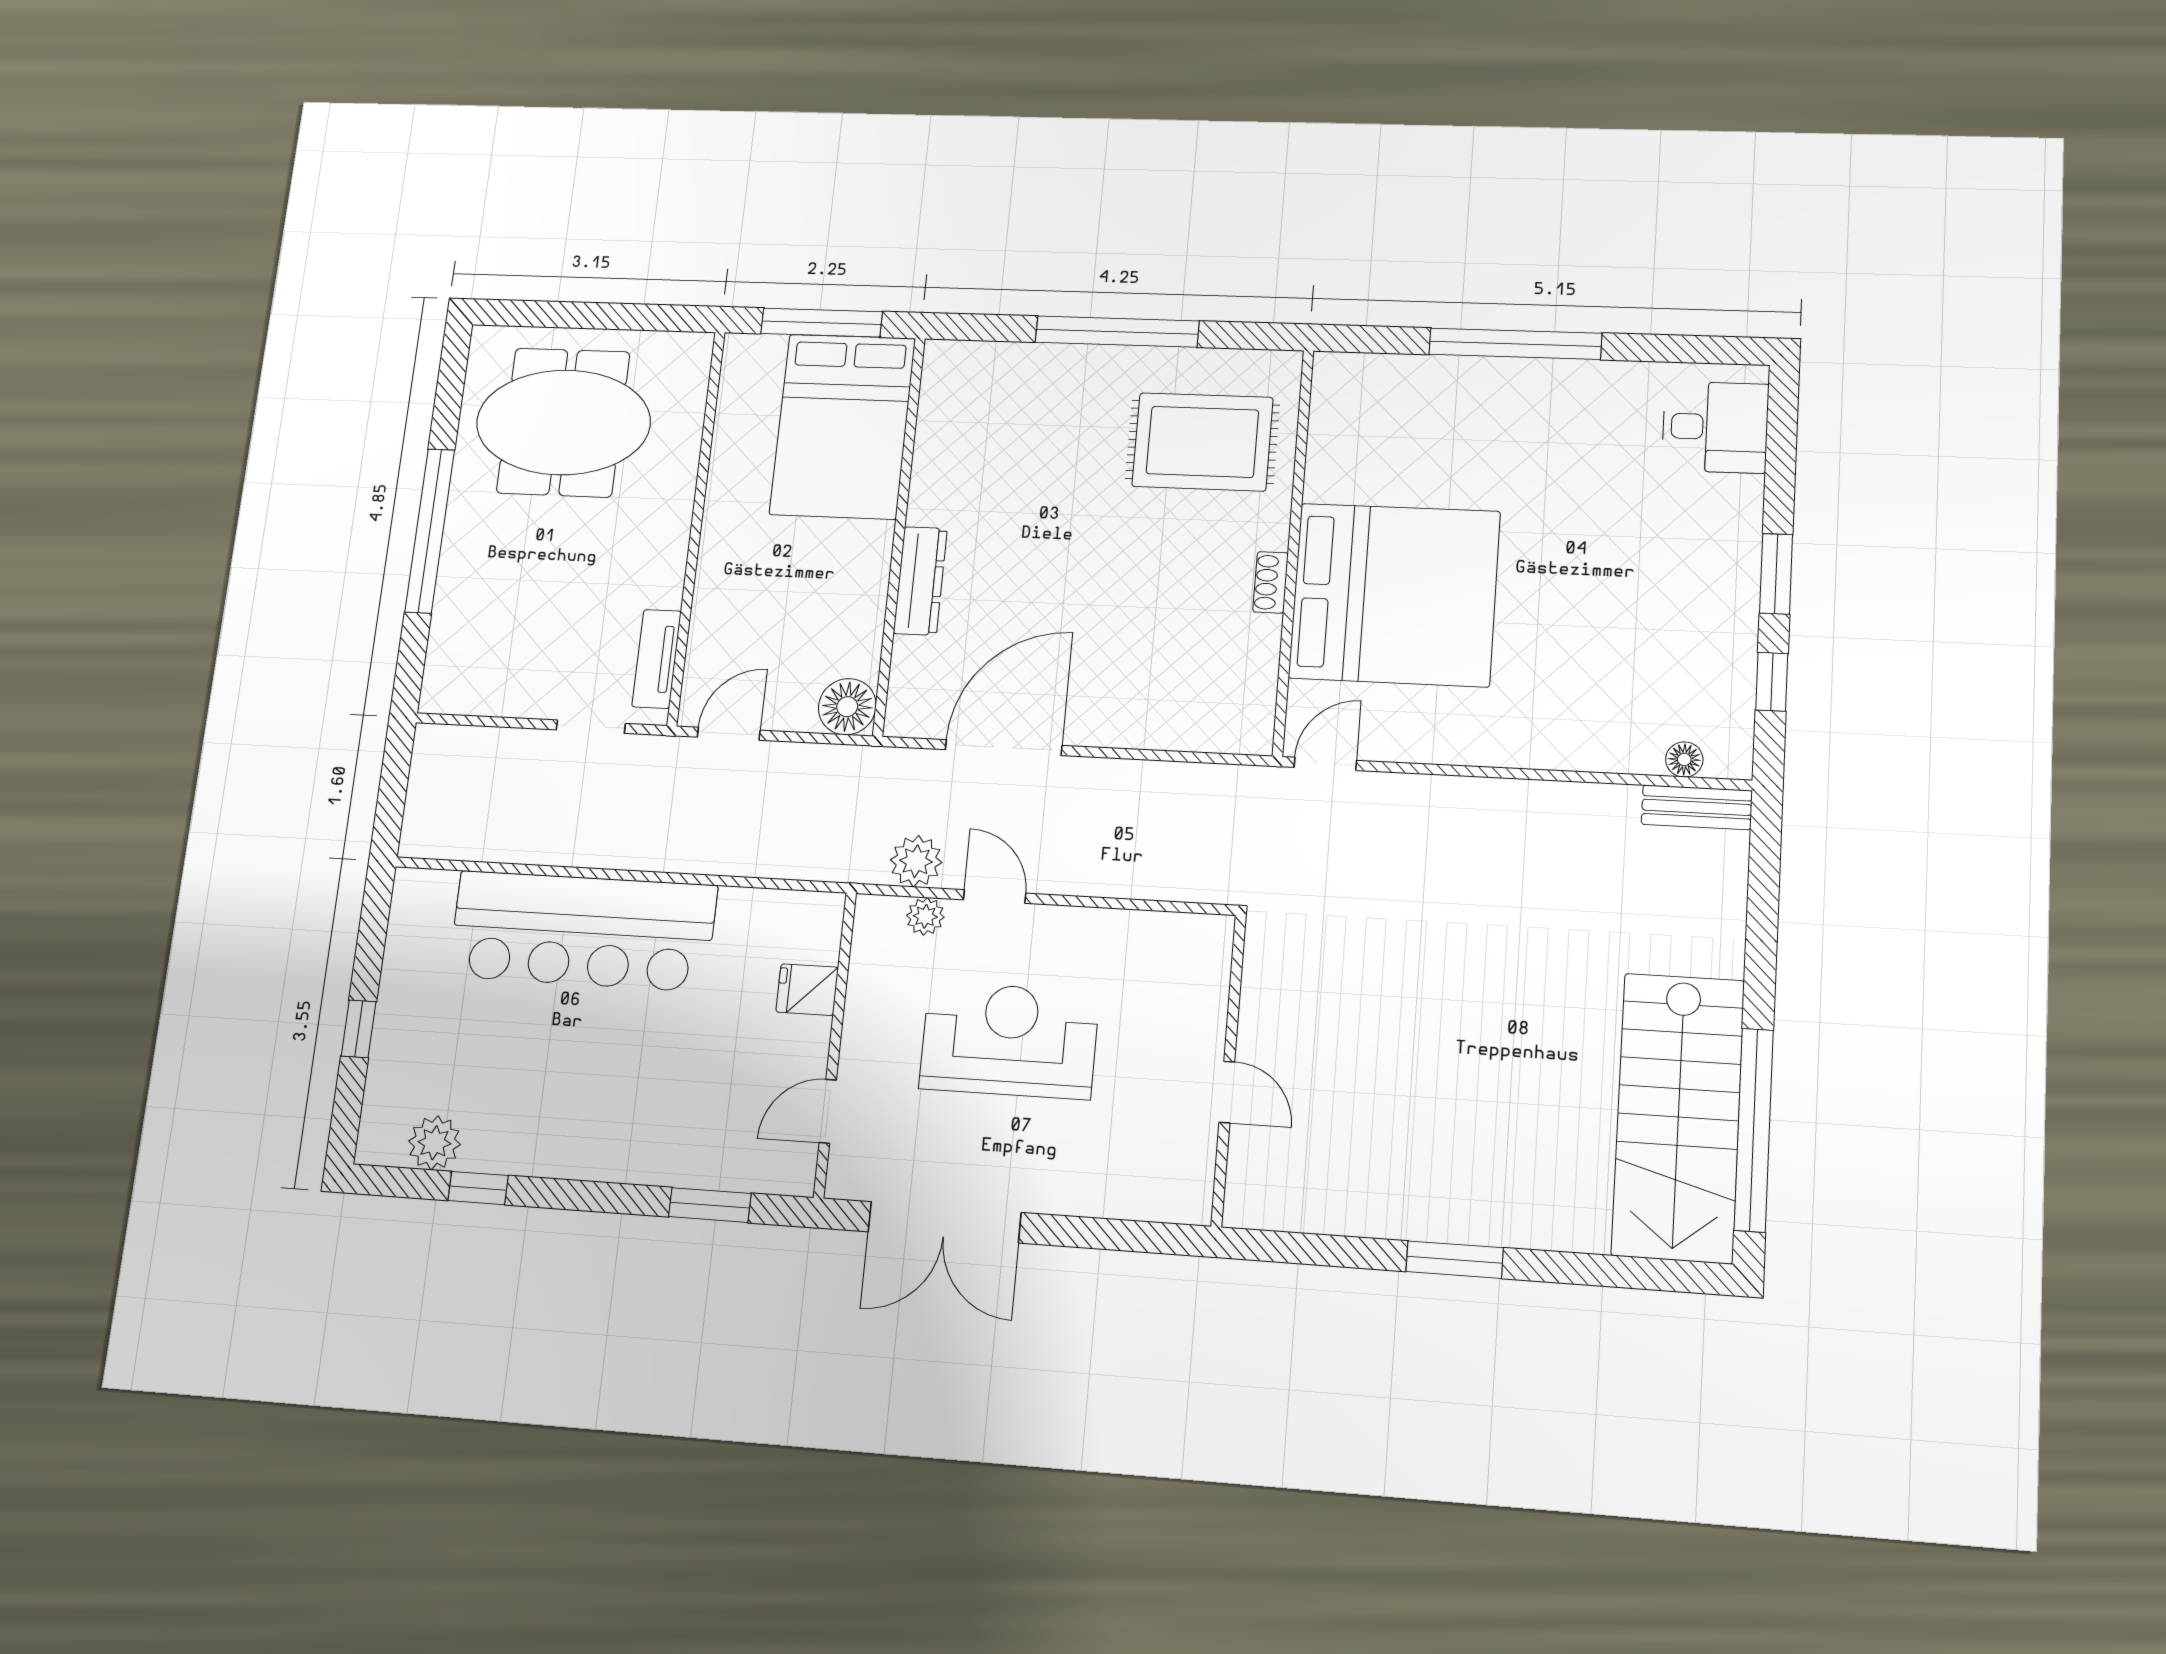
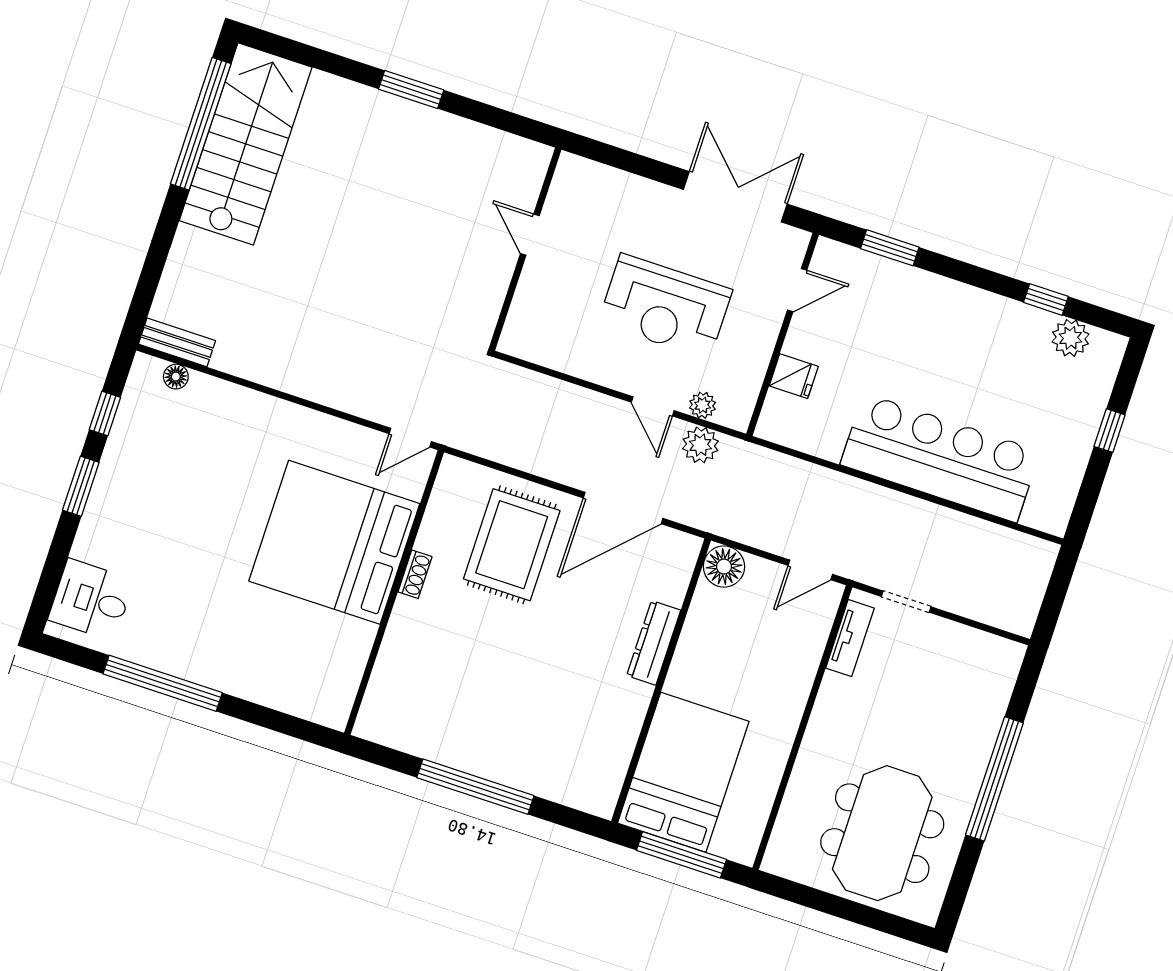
window: (1515, 344) -> (163, 683), moved
meeting table: (563, 422) -> (882, 833), turned 90
rug: (1202, 442) -> (512, 545), moved, turned 90

